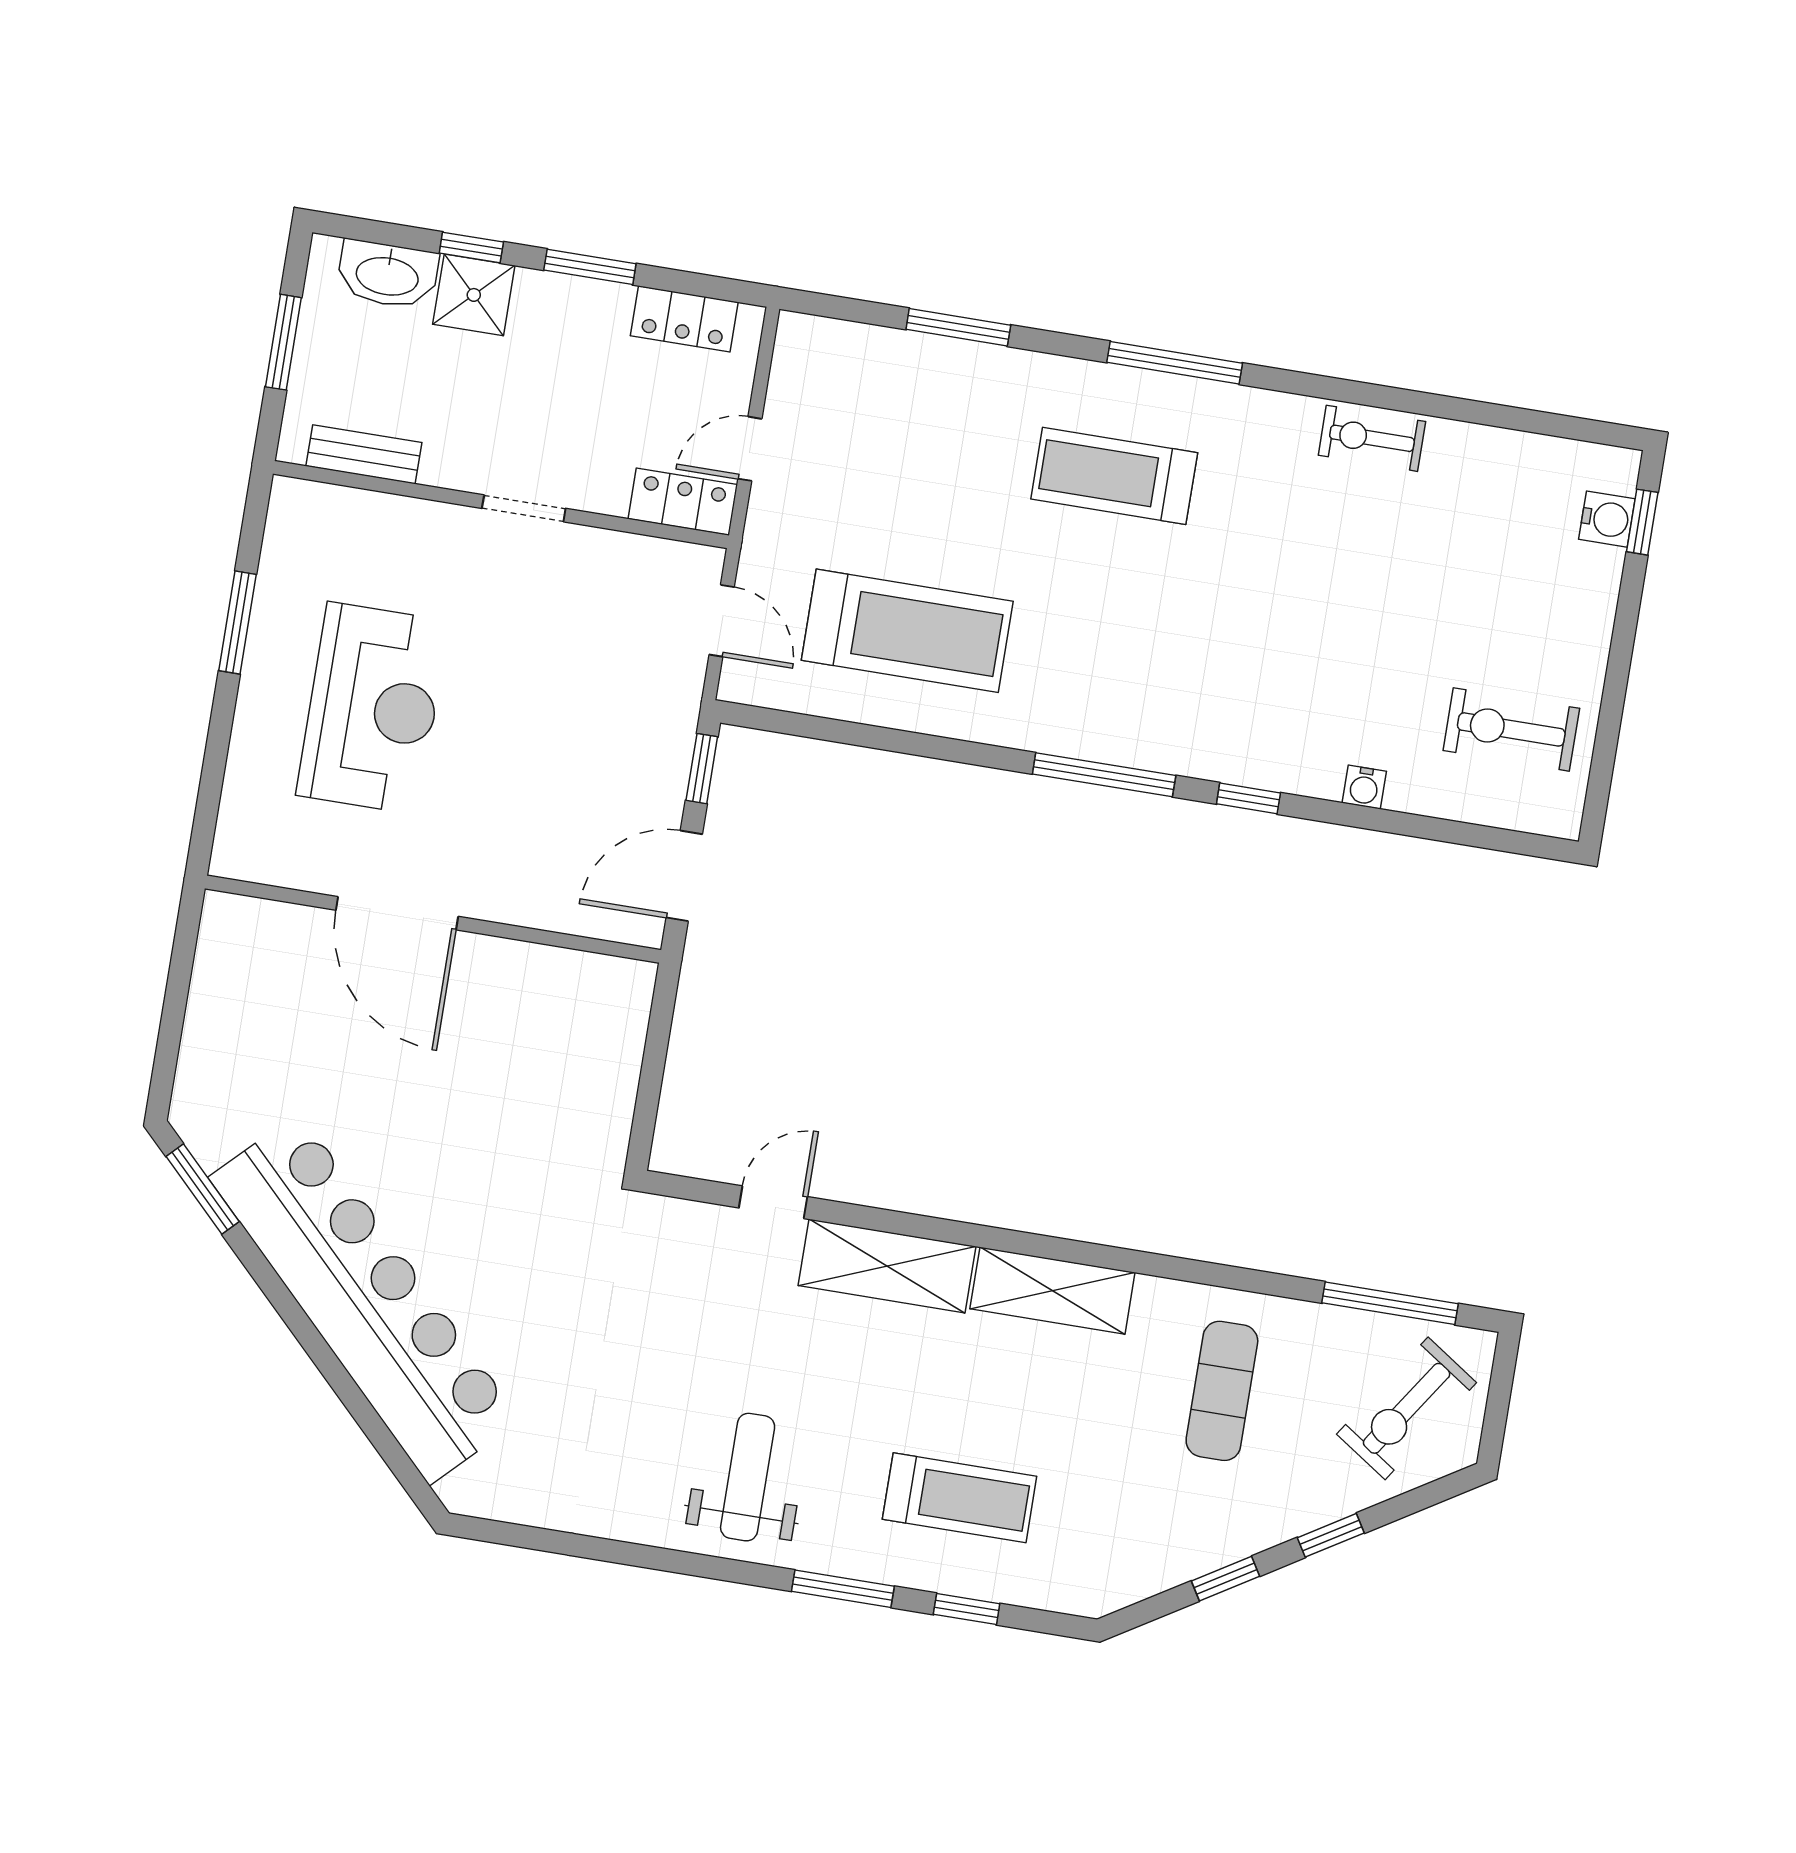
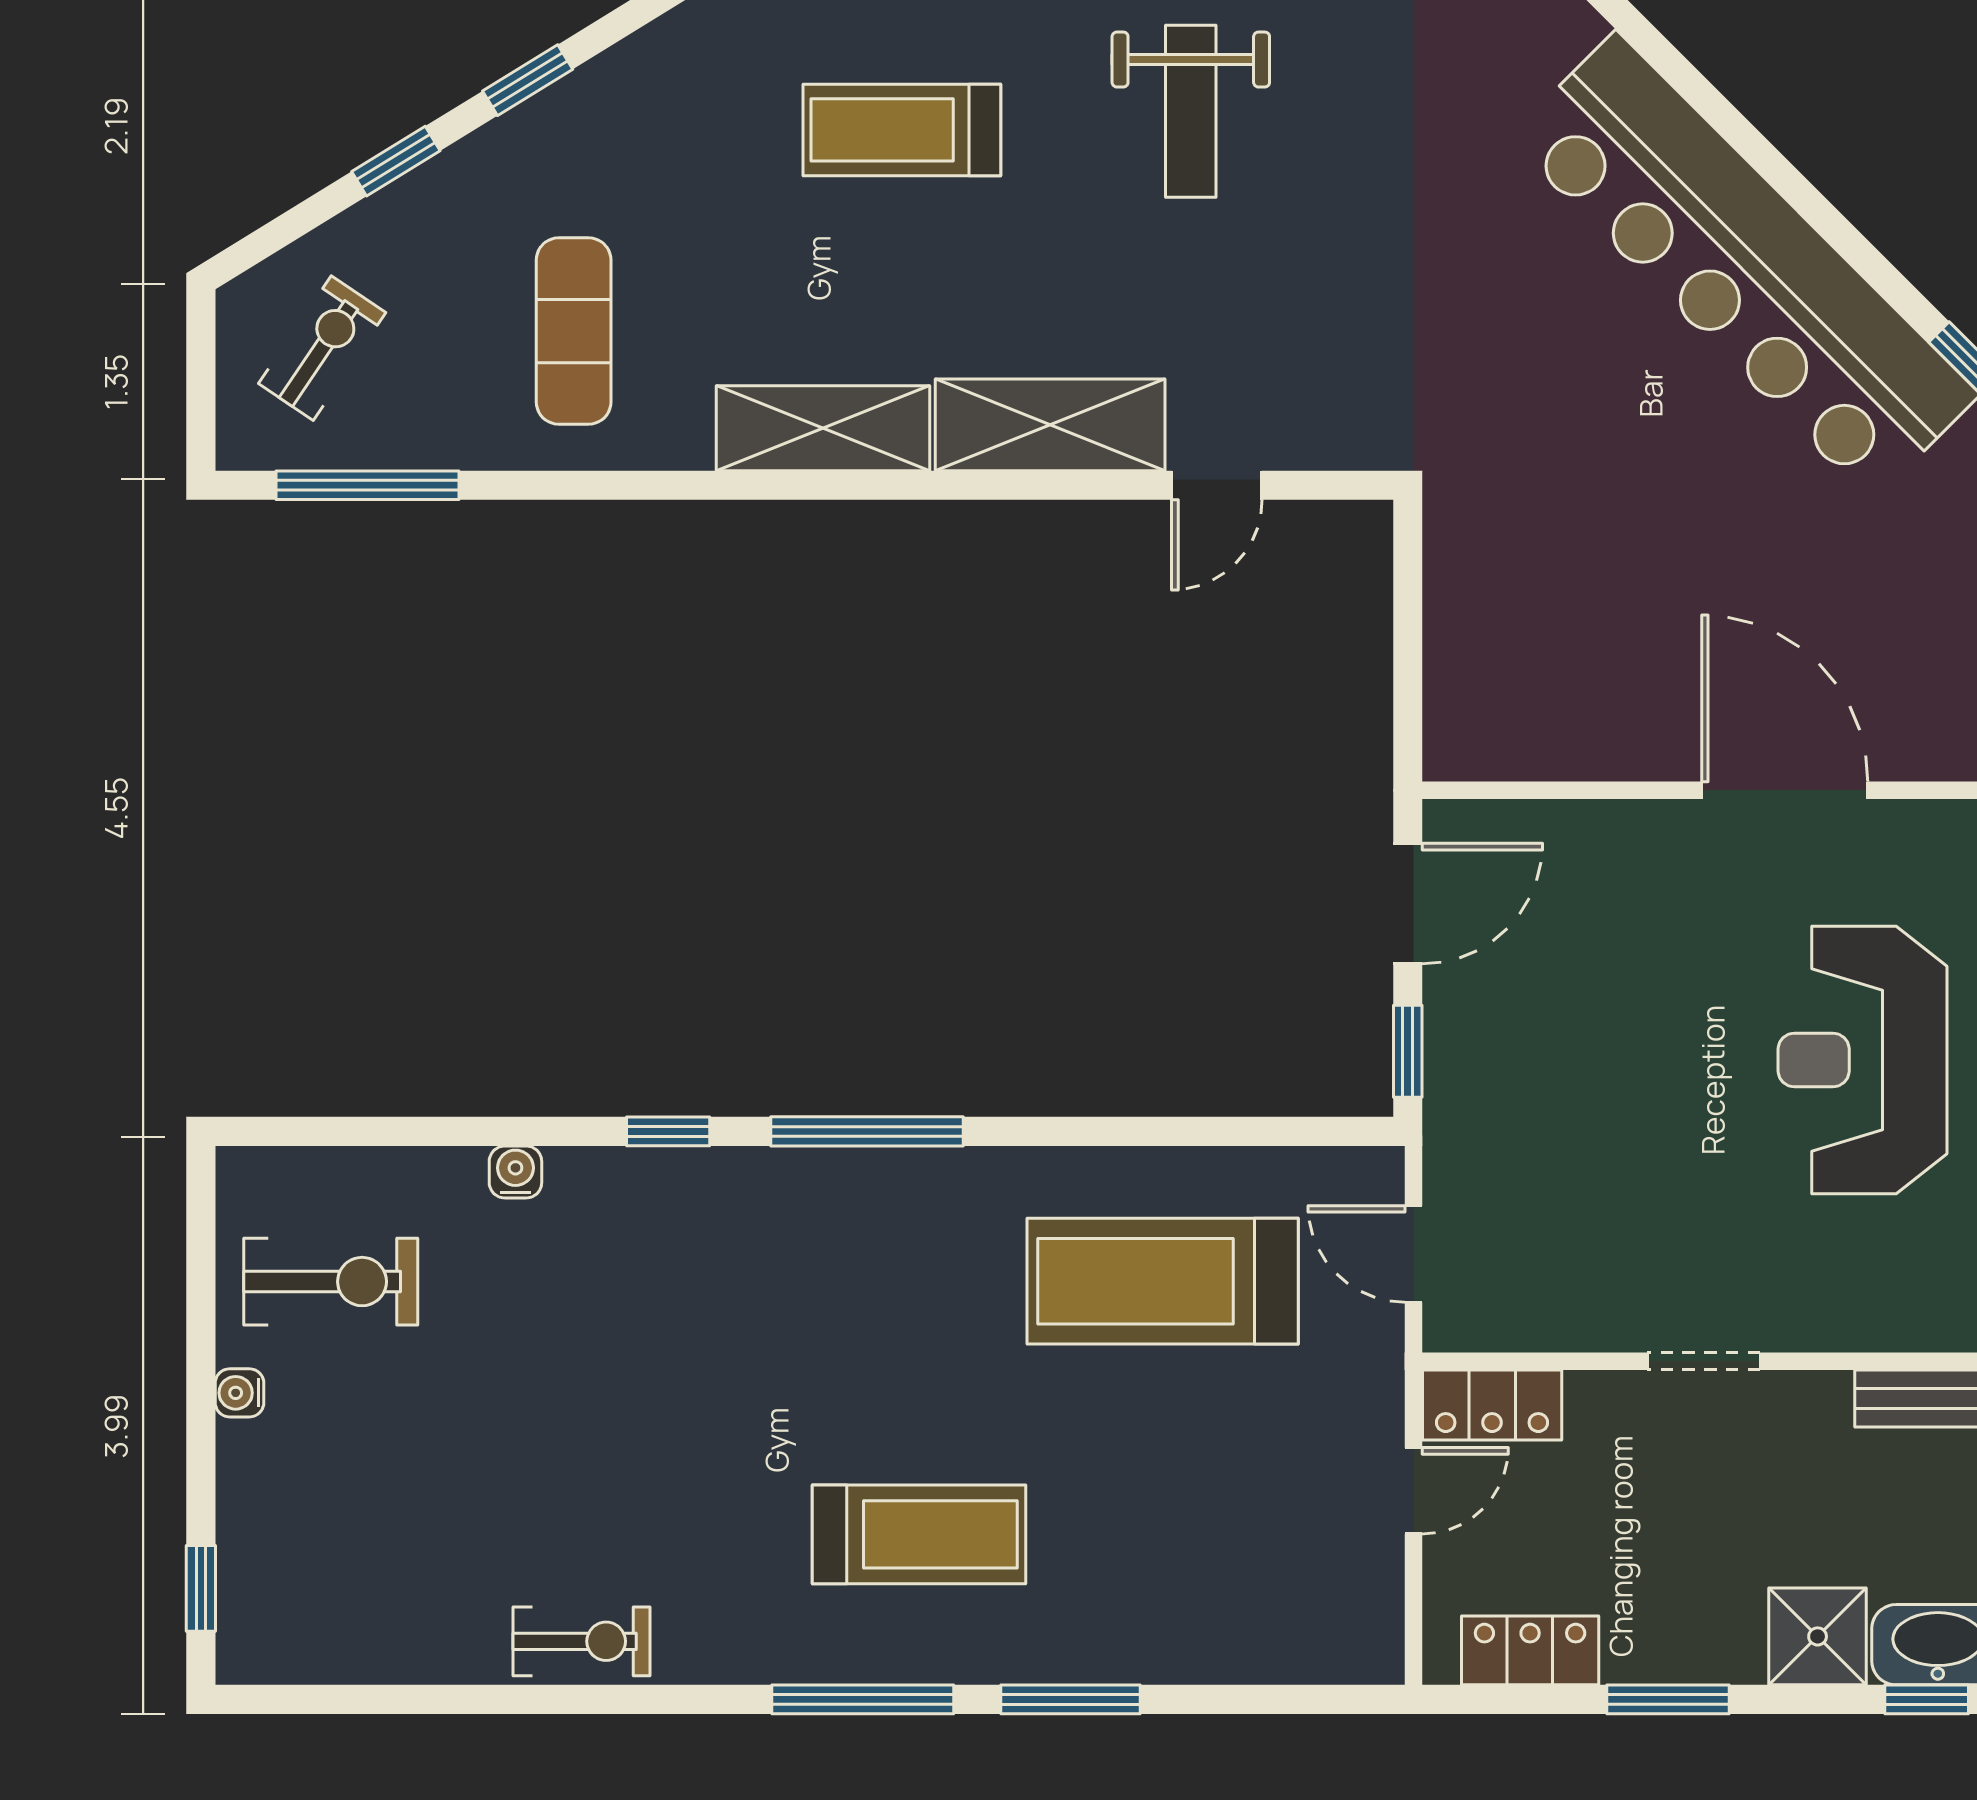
window: (471, 248) -> (1927, 1699), moved
window: (958, 327) -> (1071, 1699), moved
water cooler: (1607, 519) -> (239, 1393), moved, width x0.72, depth x0.72
exercise bike: (1407, 1408) -> (322, 348), width x0.73, depth x0.72

